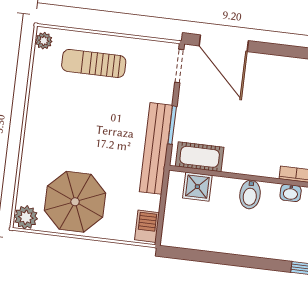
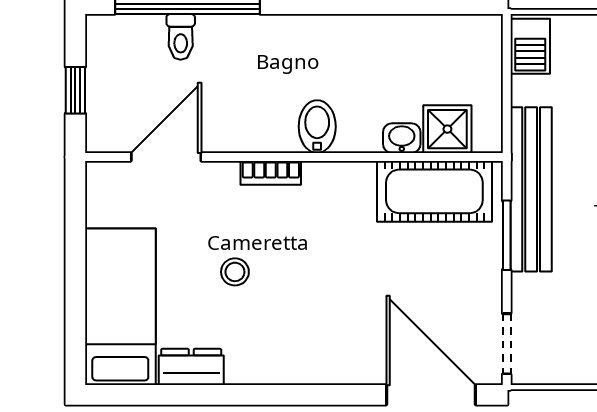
cot: (200, 157) -> (434, 191), width x1.37, depth x1.34
washbasin: (291, 193) -> (402, 138), moved
bidet: (250, 194) -> (317, 127), moved

